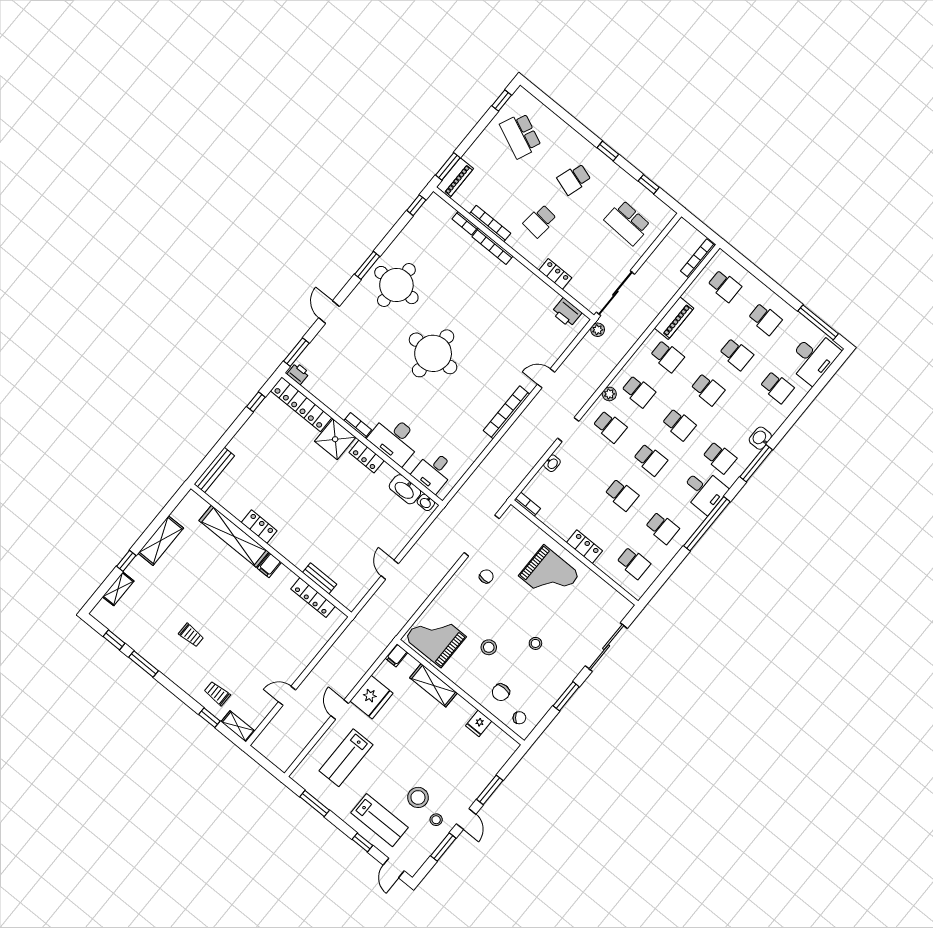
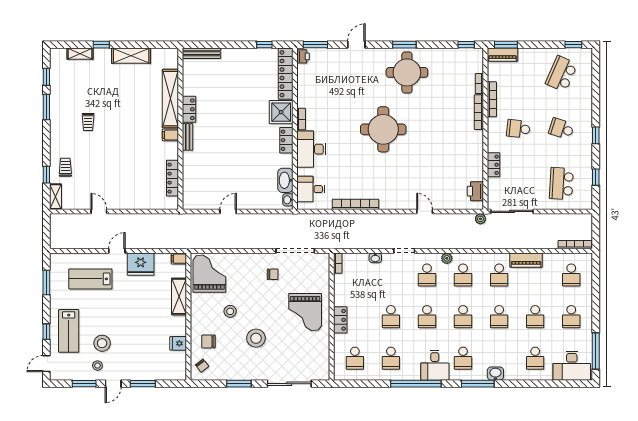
bookcase: (507, 412) -> (356, 204), moved
bench: (320, 578) -> (188, 137), moved
stool: (535, 643) -> (256, 338), width x1.89, depth x1.89

